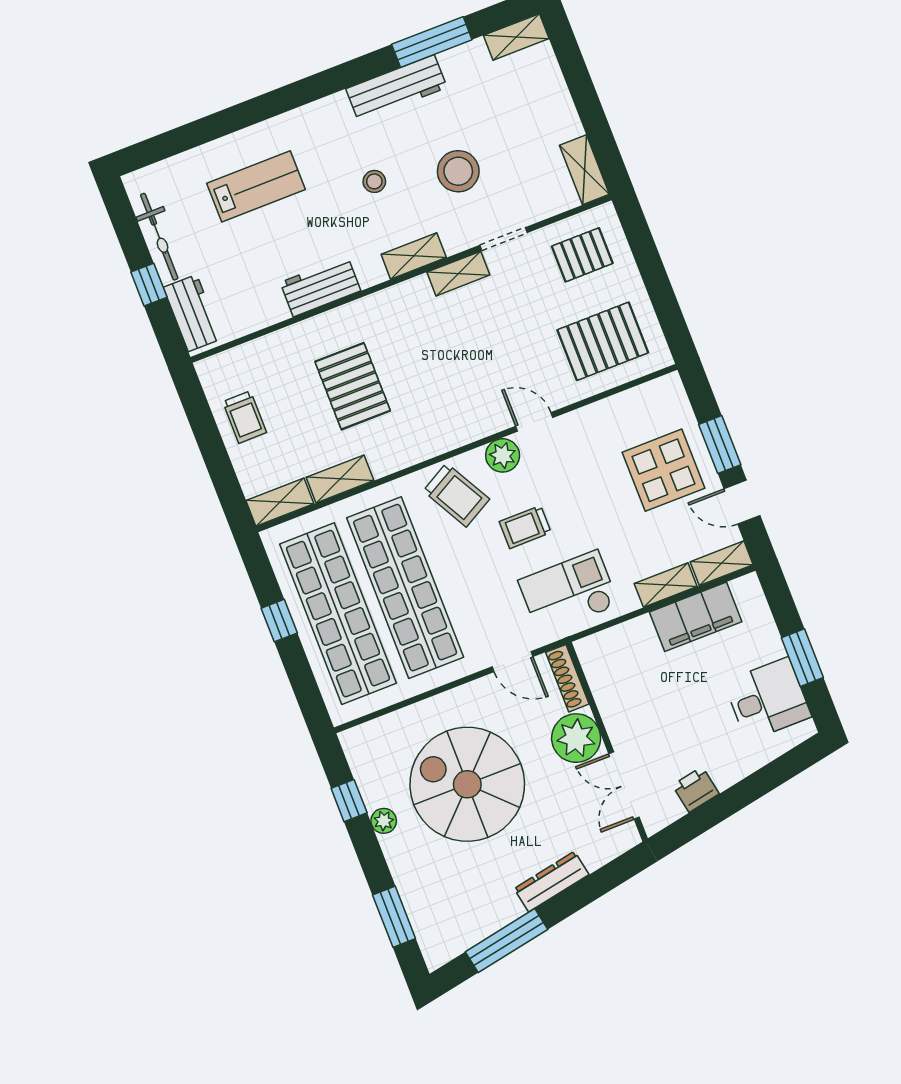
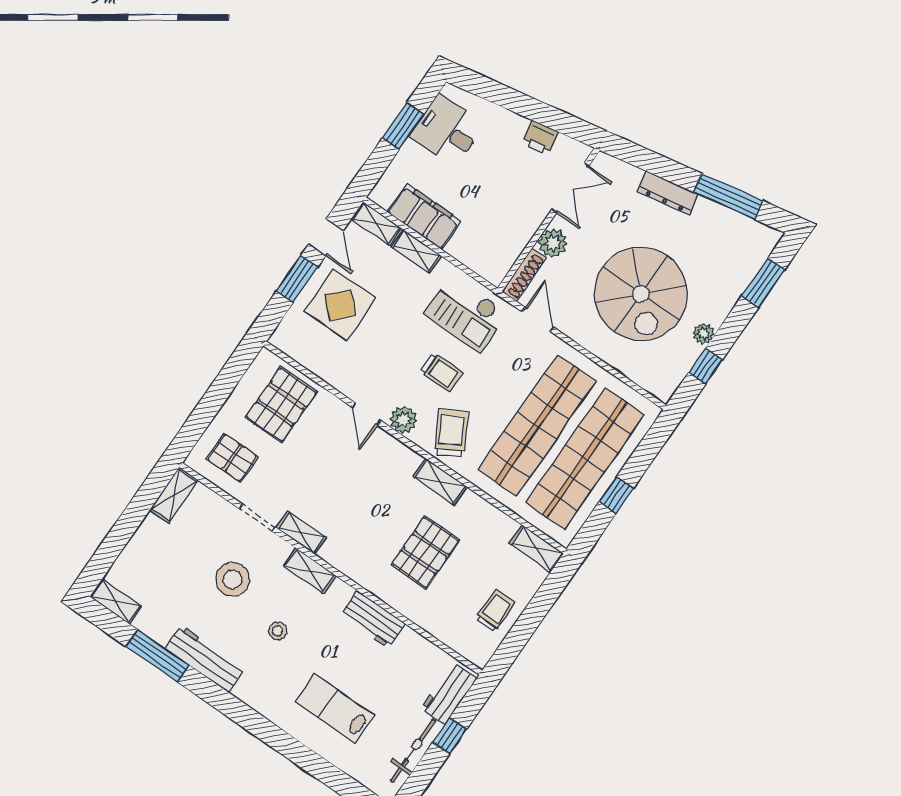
pallet: (603, 341) -> (281, 405), turned 90
shelving: (340, 479) -> (440, 482), moved
plant: (576, 738) -> (553, 243), width x0.73, depth x0.73

